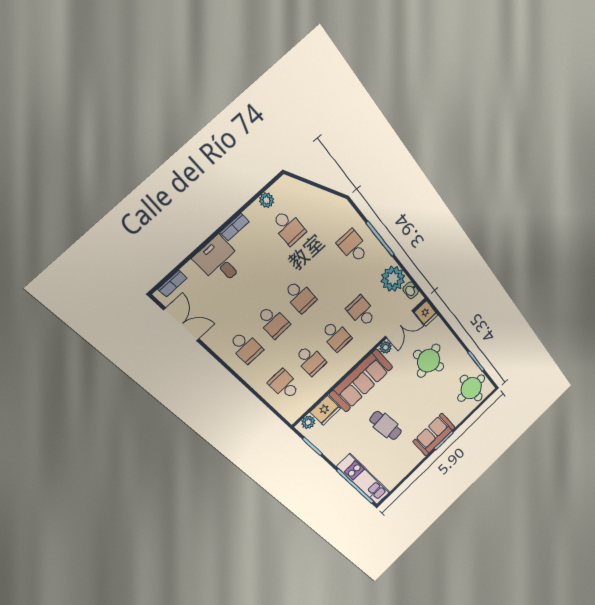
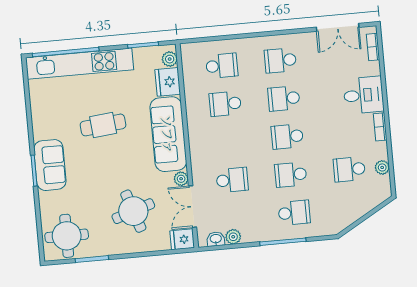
plant: (393, 279) -> (233, 237), width x0.53, depth x0.53
school desk: (336, 336) -> (291, 175), moved
kitchen unit: (364, 479) -> (80, 64), width x1.36

